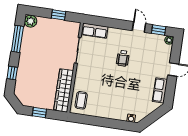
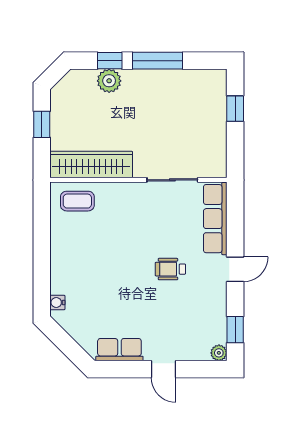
window: (59, 15) -> (235, 109), moved
plant: (31, 21) -> (109, 81), moved
door: (139, 27) -> (235, 269), moved
row of seats: (95, 31) -> (215, 219), width x1.48
window: (17, 39) -> (157, 61), moved

